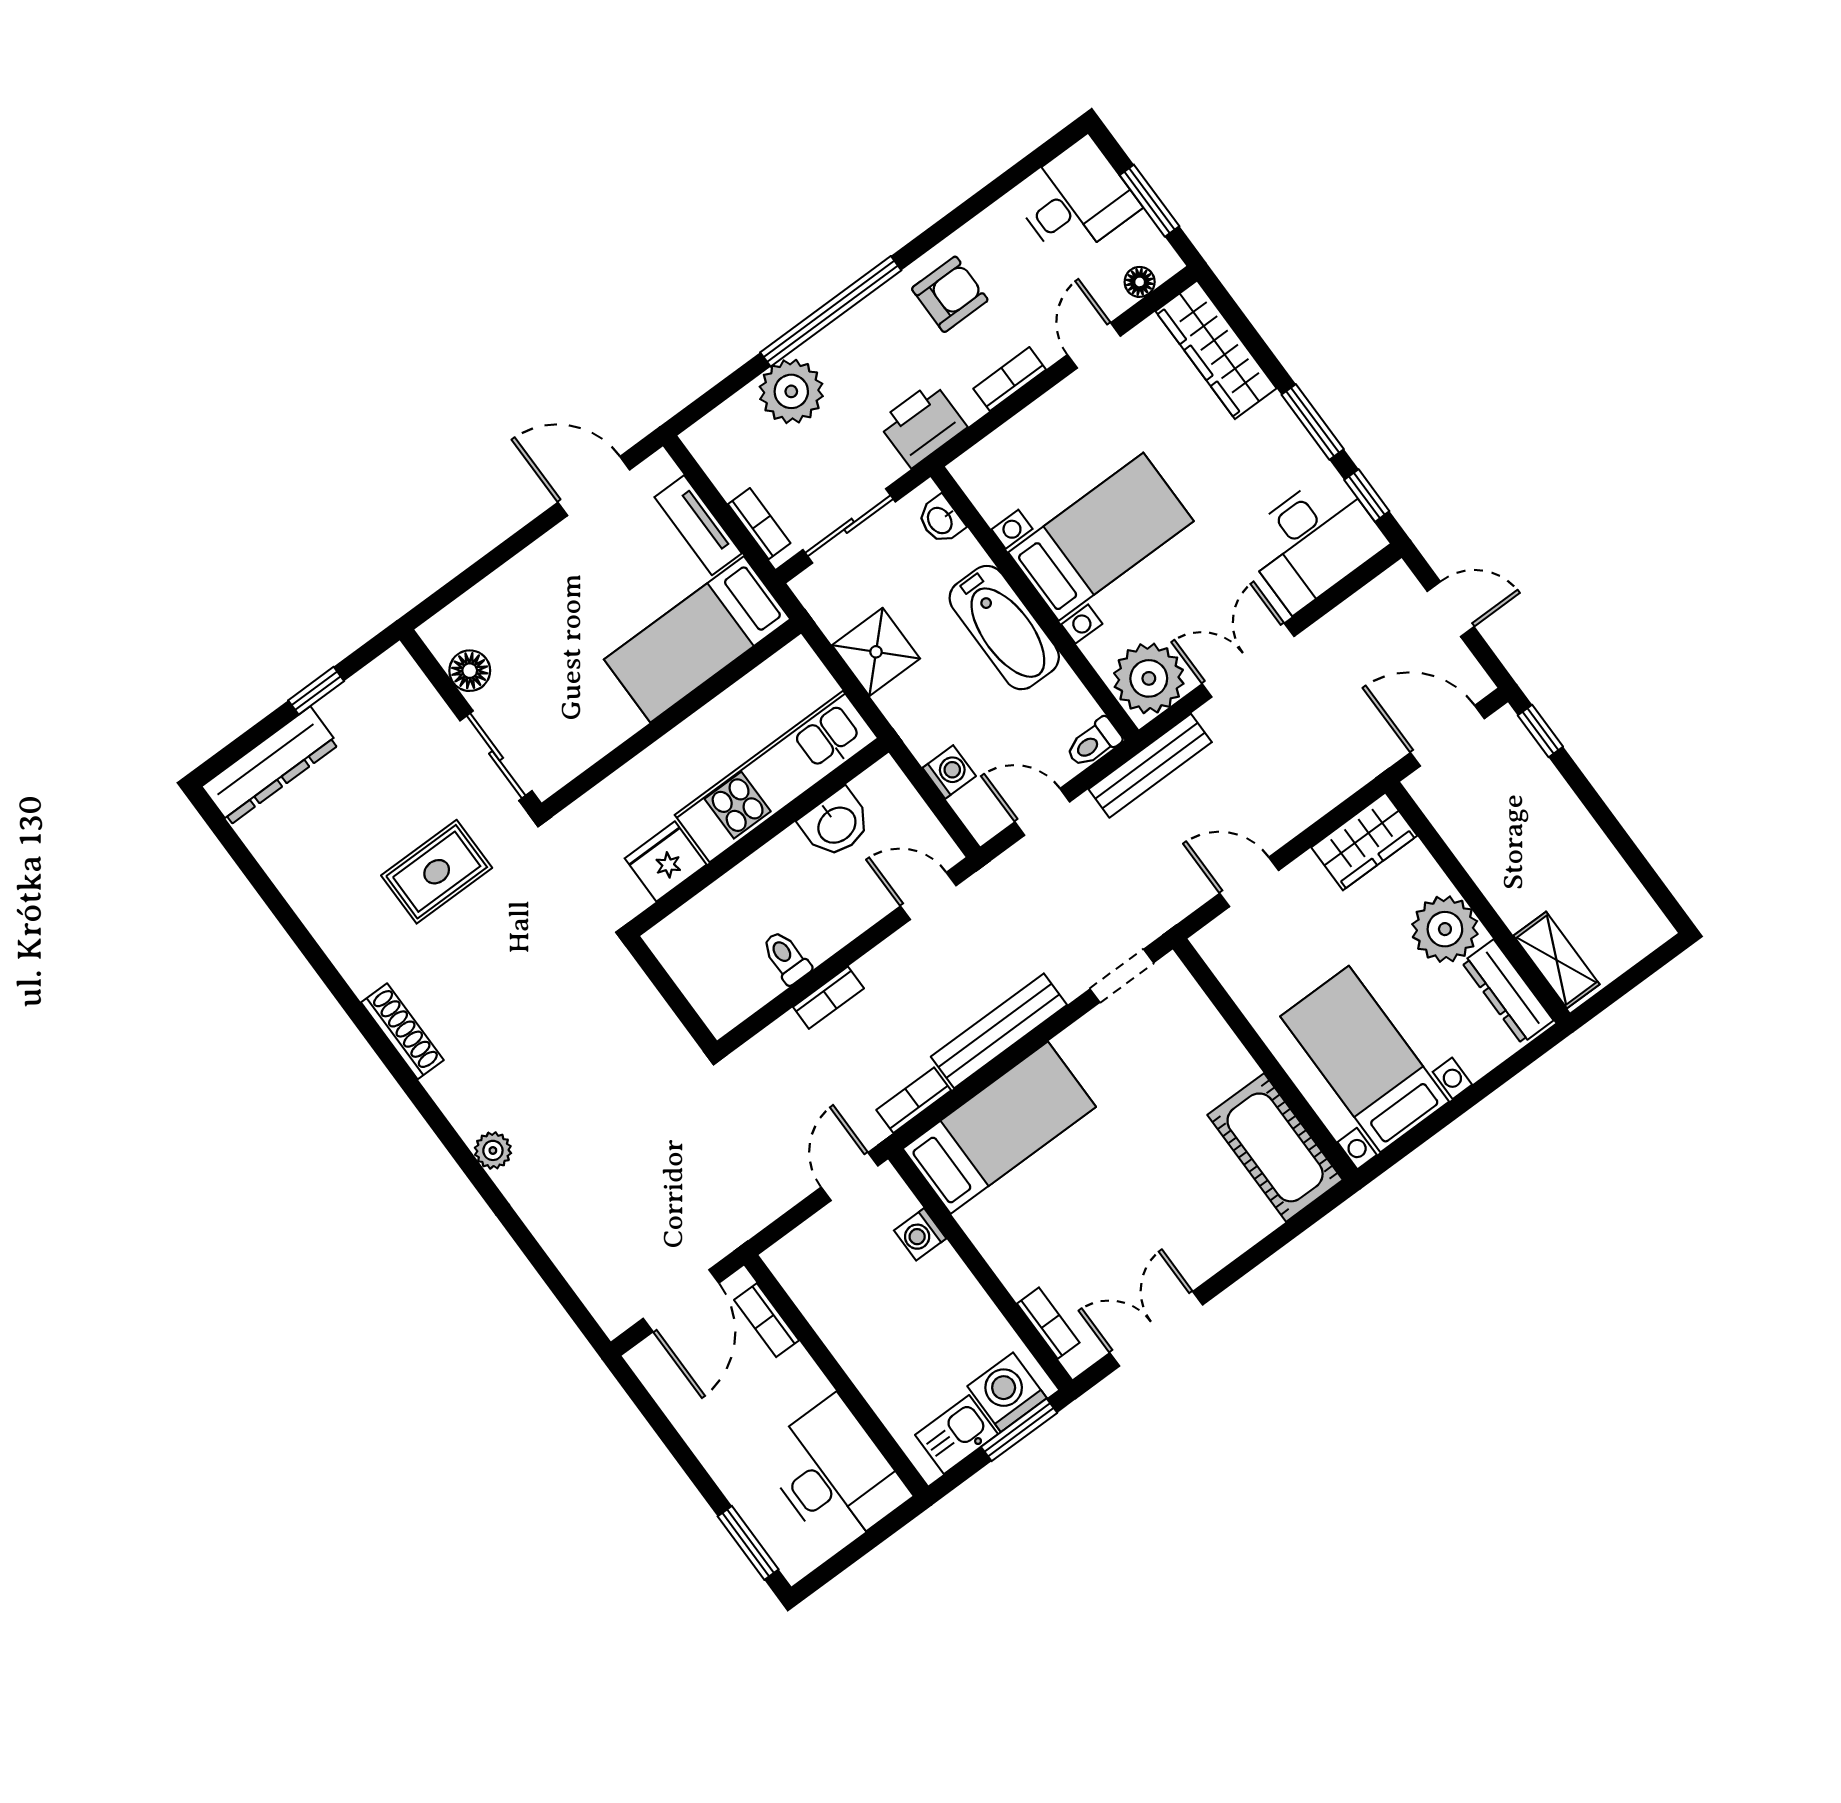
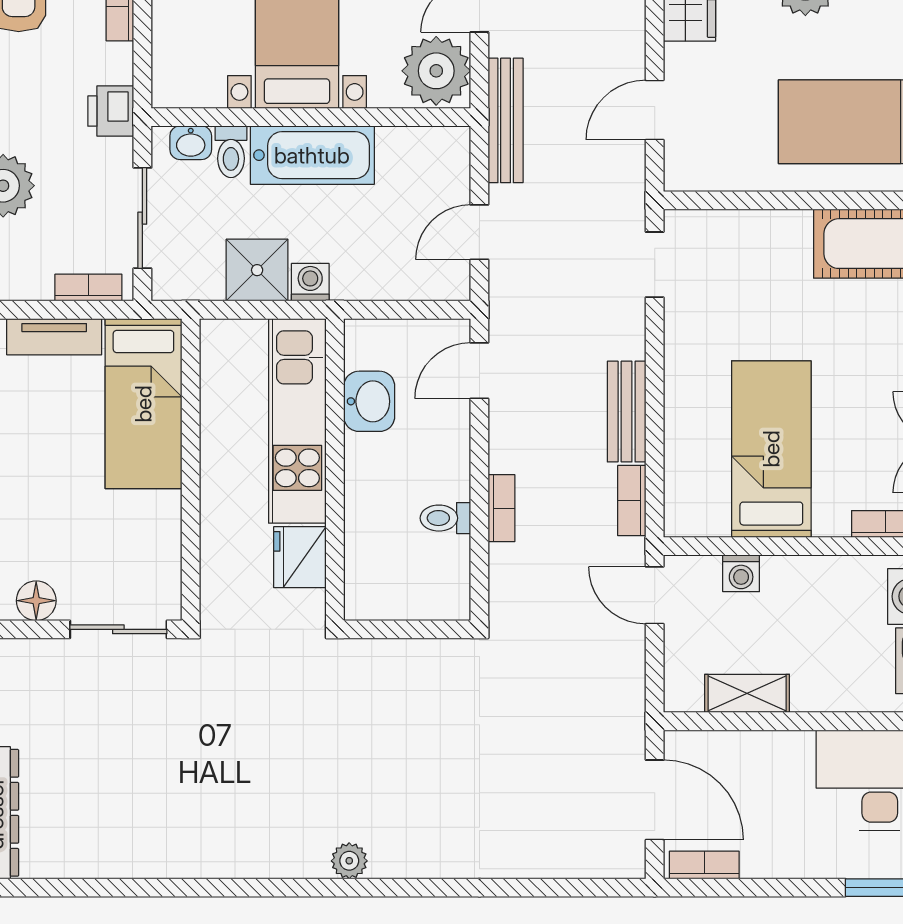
printer: (922, 425) -> (111, 111), width x0.73, depth x0.81
toilet: (1093, 743) -> (231, 152), moved
washing machine: (949, 772) -> (310, 282), moved
rug: (437, 872) -> (175, 743), removed
shoe rack: (402, 1031) -> (281, 863), removed
bench: (999, 1031) -> (627, 412), width x0.73
bed: (999, 1128) -> (771, 449), moved
plant: (493, 1150) -> (349, 861), moved
shelving: (825, 1312) -> (747, 693), added
bookcase: (767, 1320) -> (704, 865), moved, turned 180

